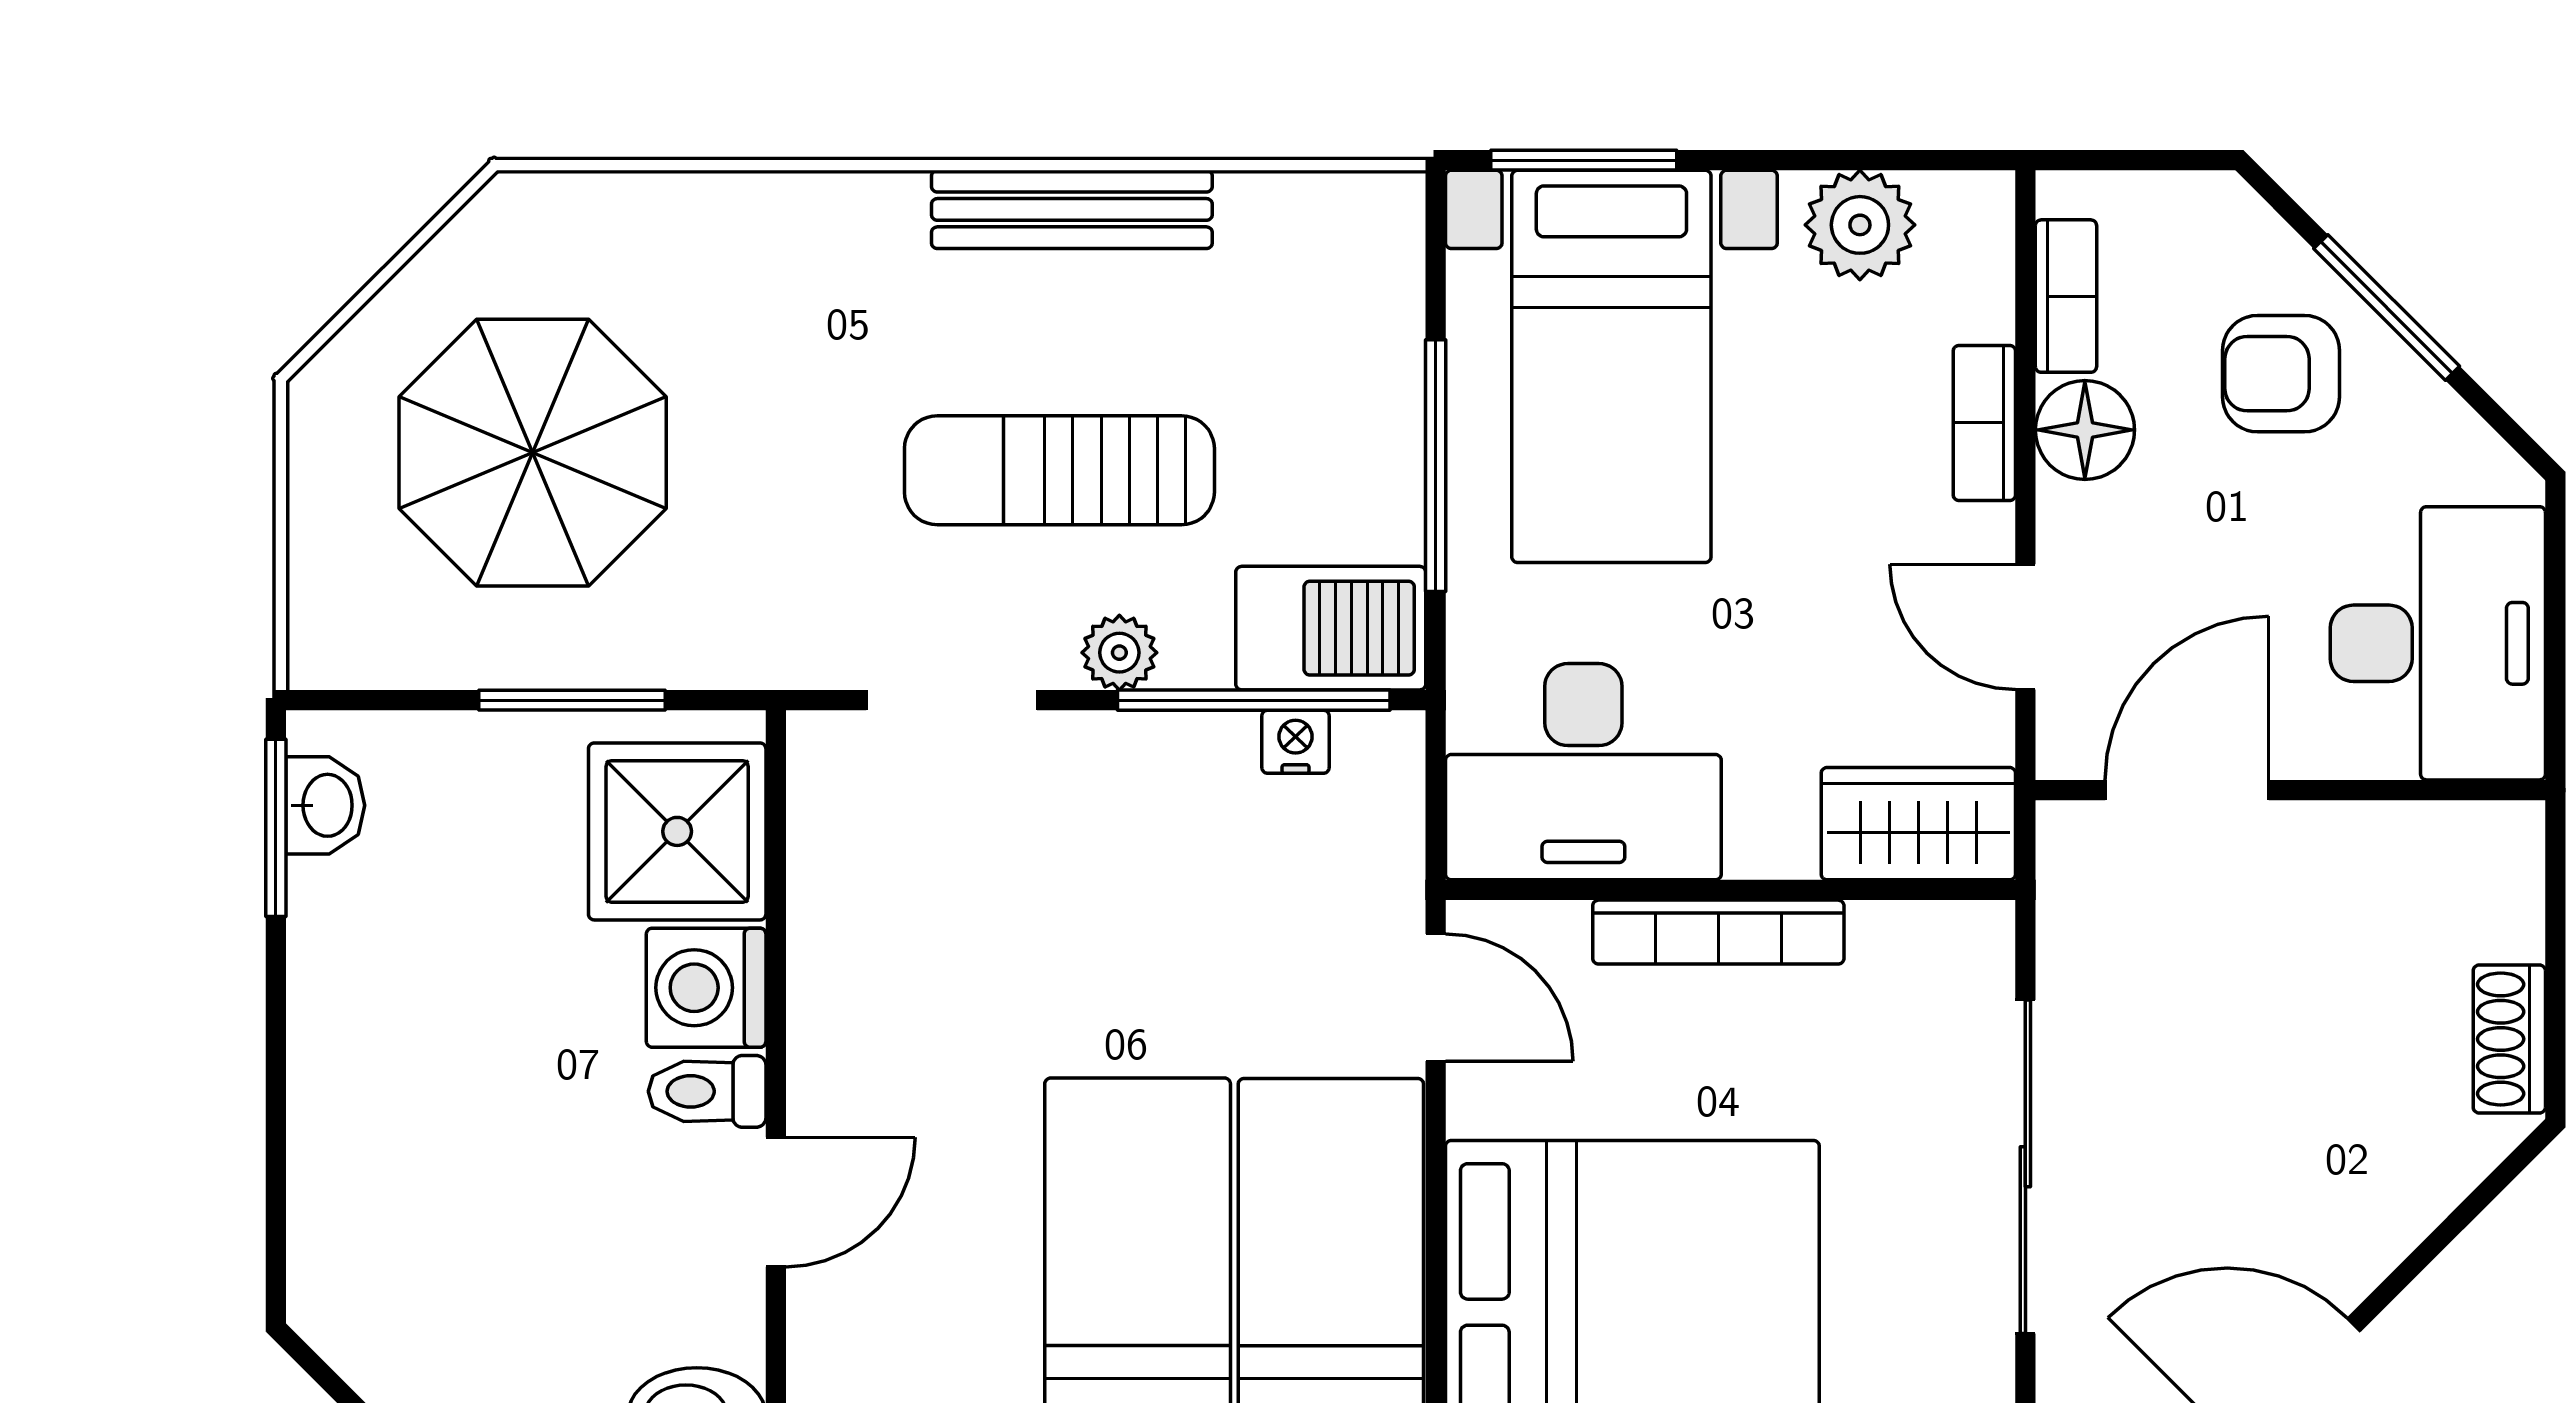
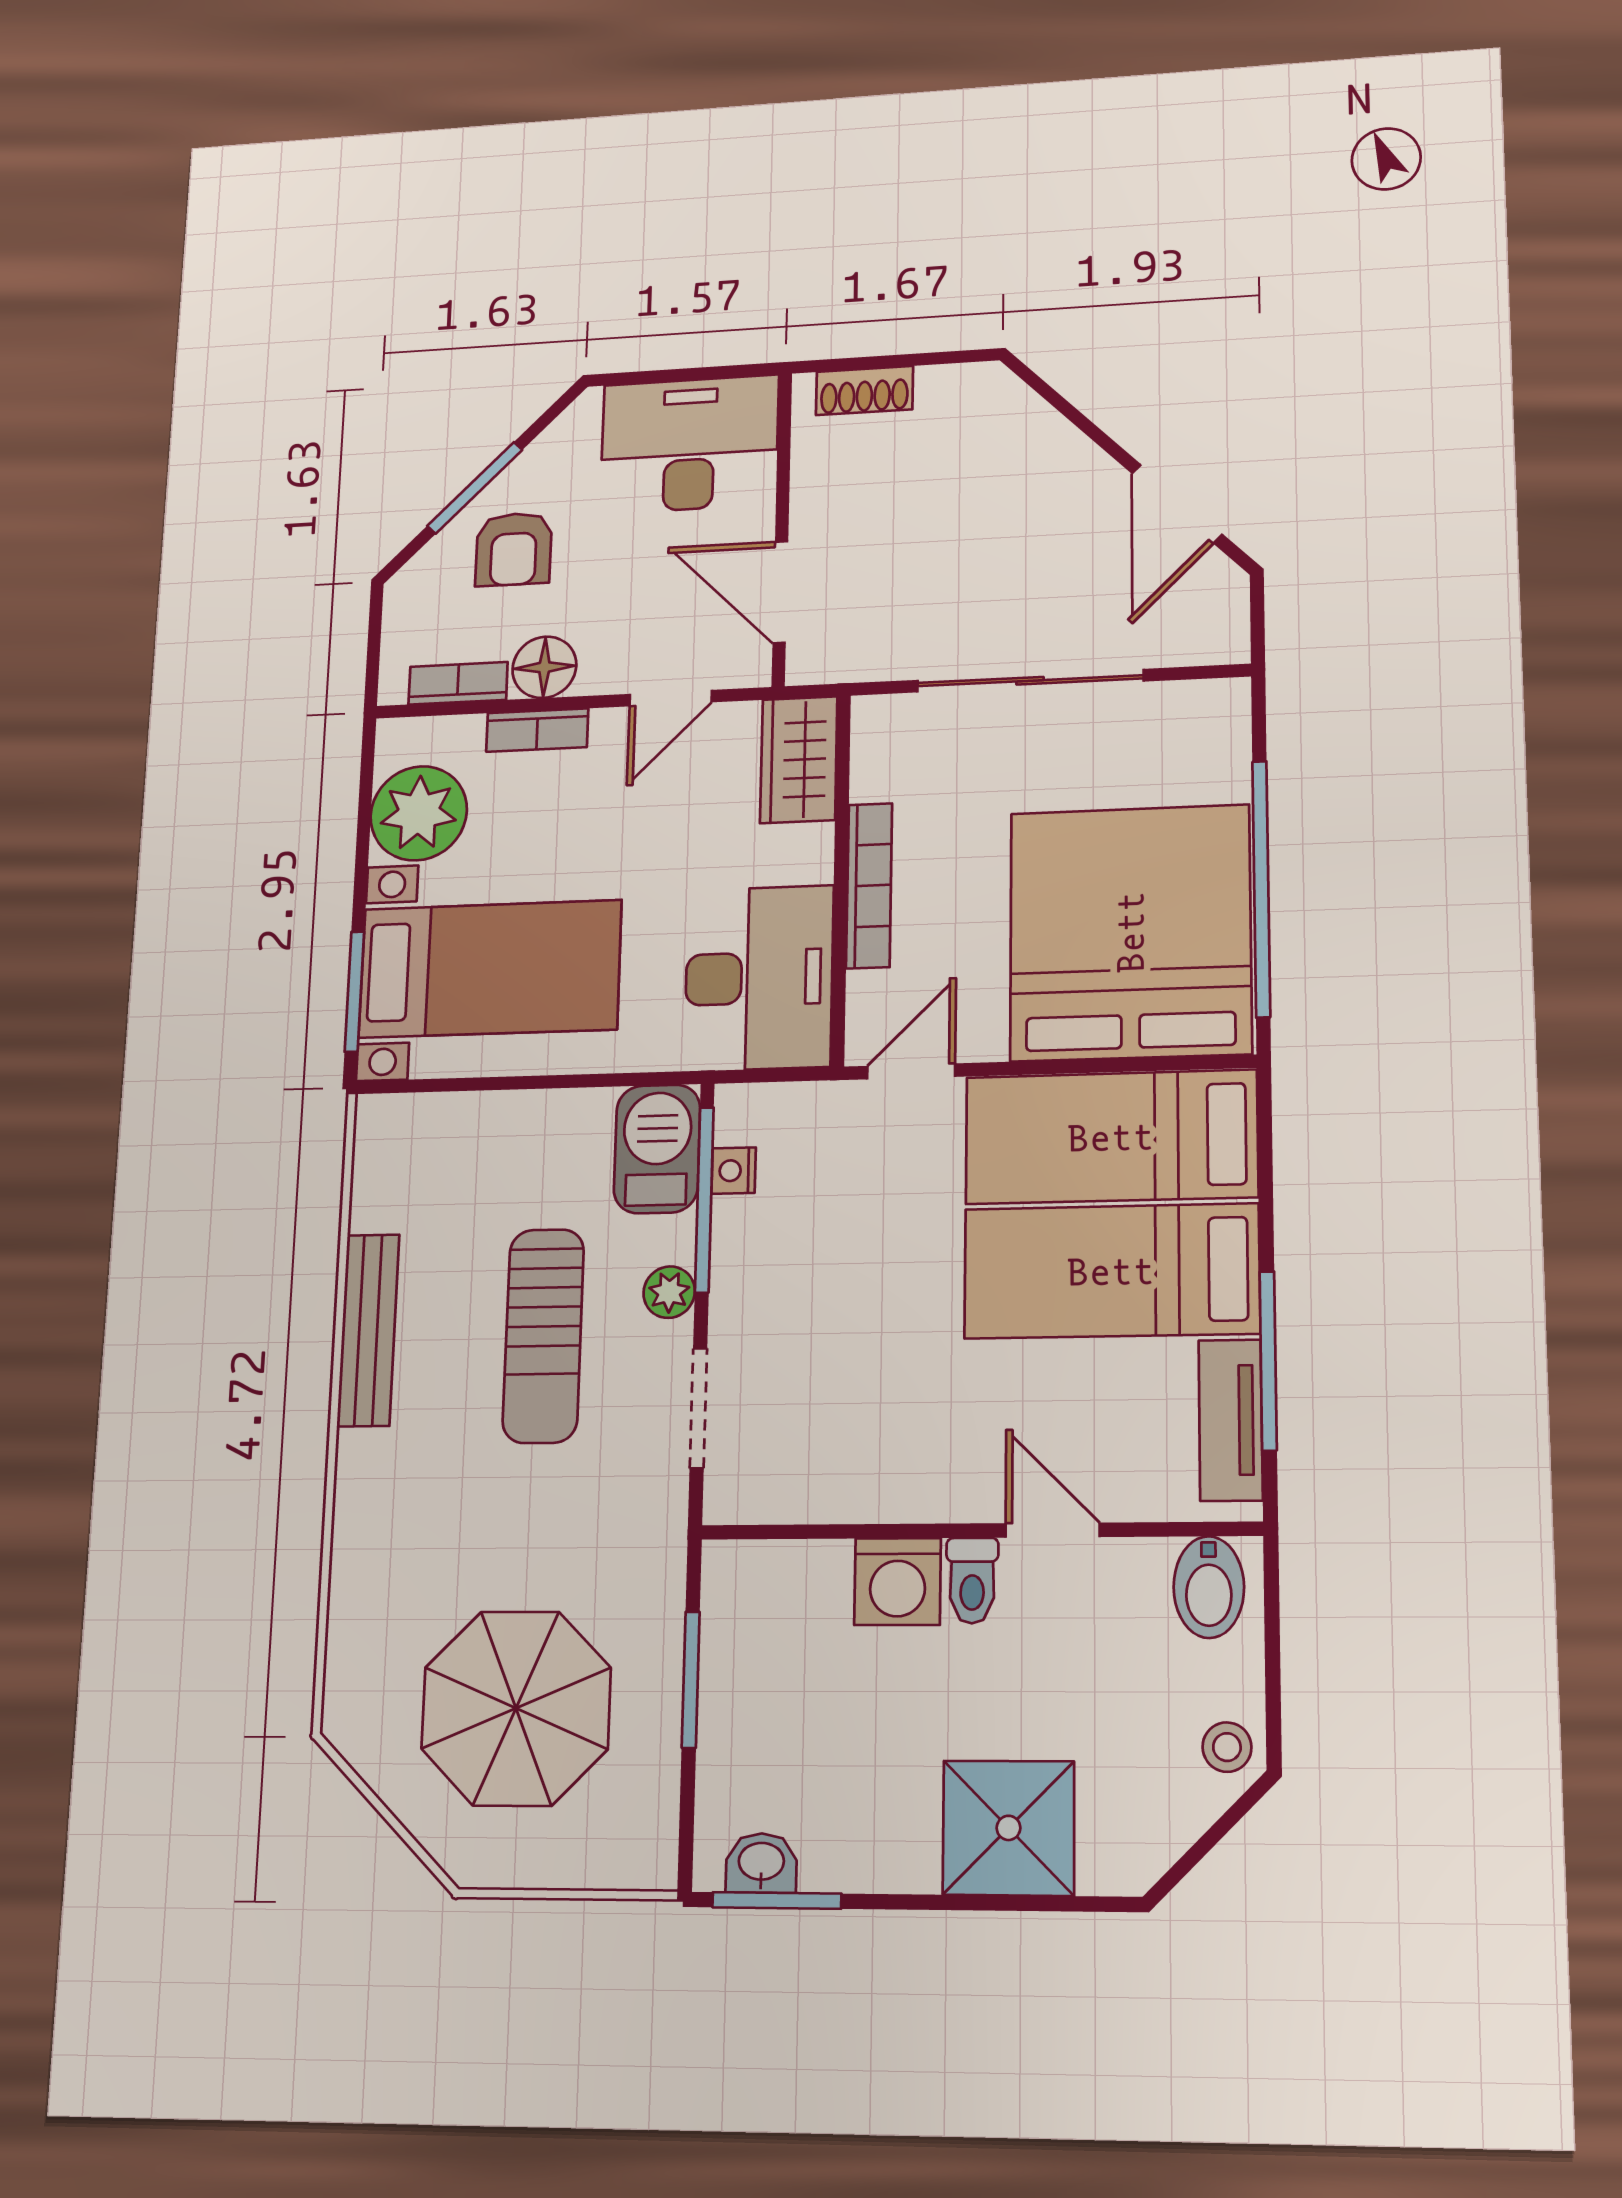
plant: (1860, 225) -> (419, 813), width x1.36, depth x1.36
window: (1436, 466) -> (550, 1082), removed
shower: (677, 831) -> (1008, 1828), moved
shoe rack: (2509, 1039) -> (864, 391), moved

